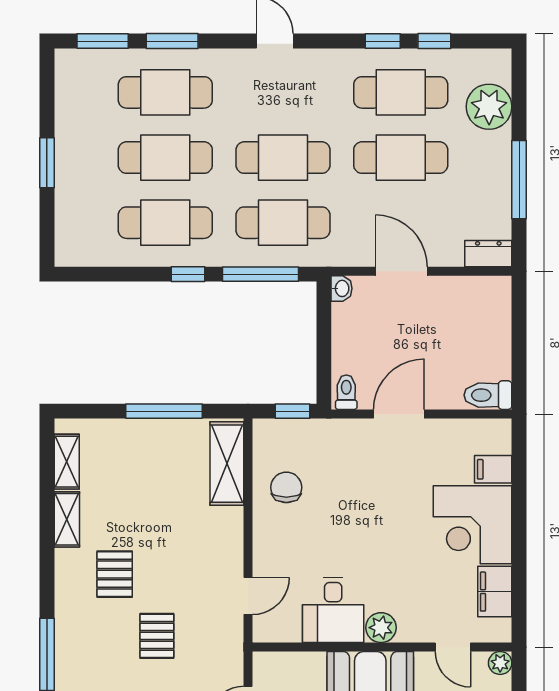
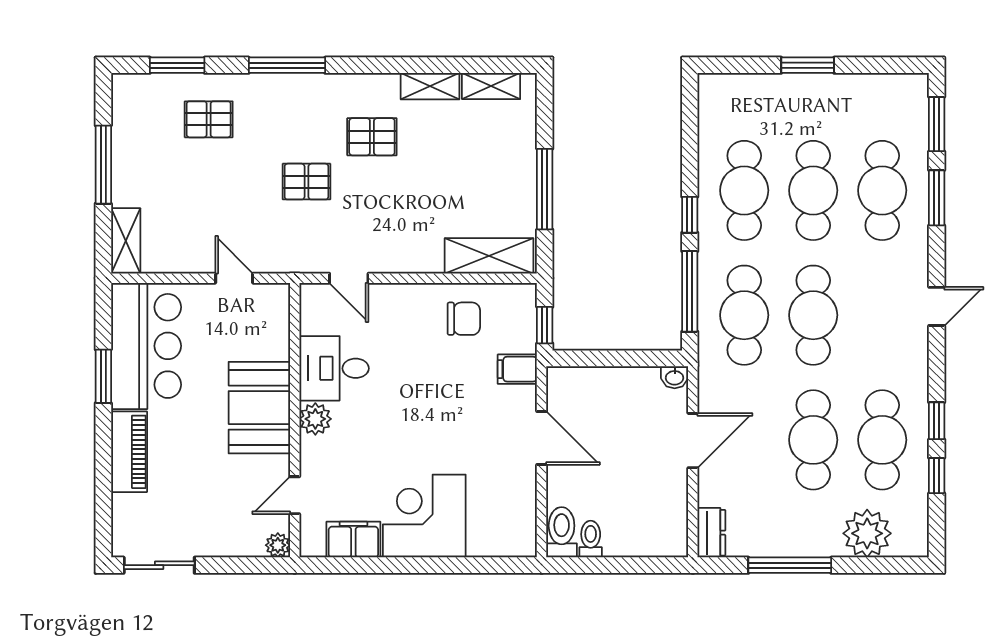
toilet: (346, 392) -> (591, 539), moved, turned -90
filing cabinet: (493, 469) -> (517, 369), moved, turned -90

